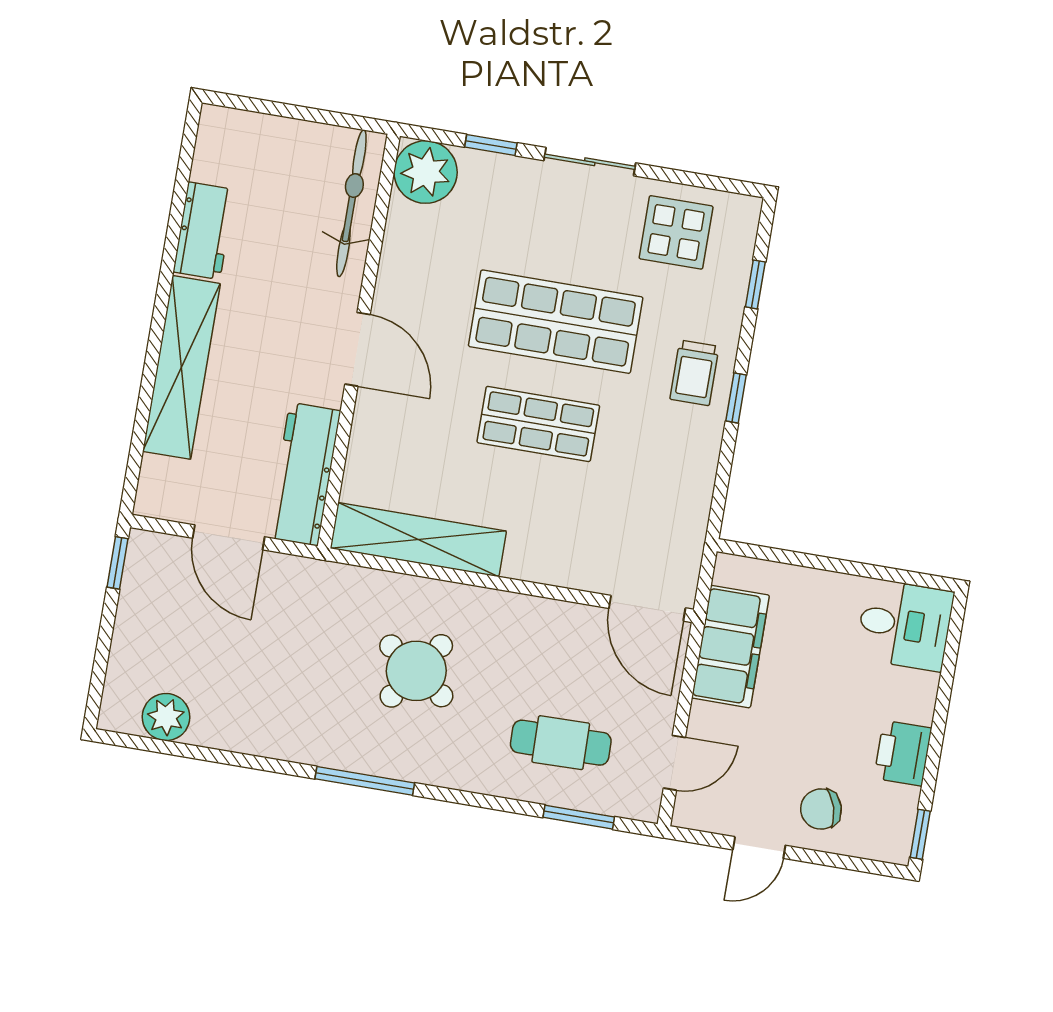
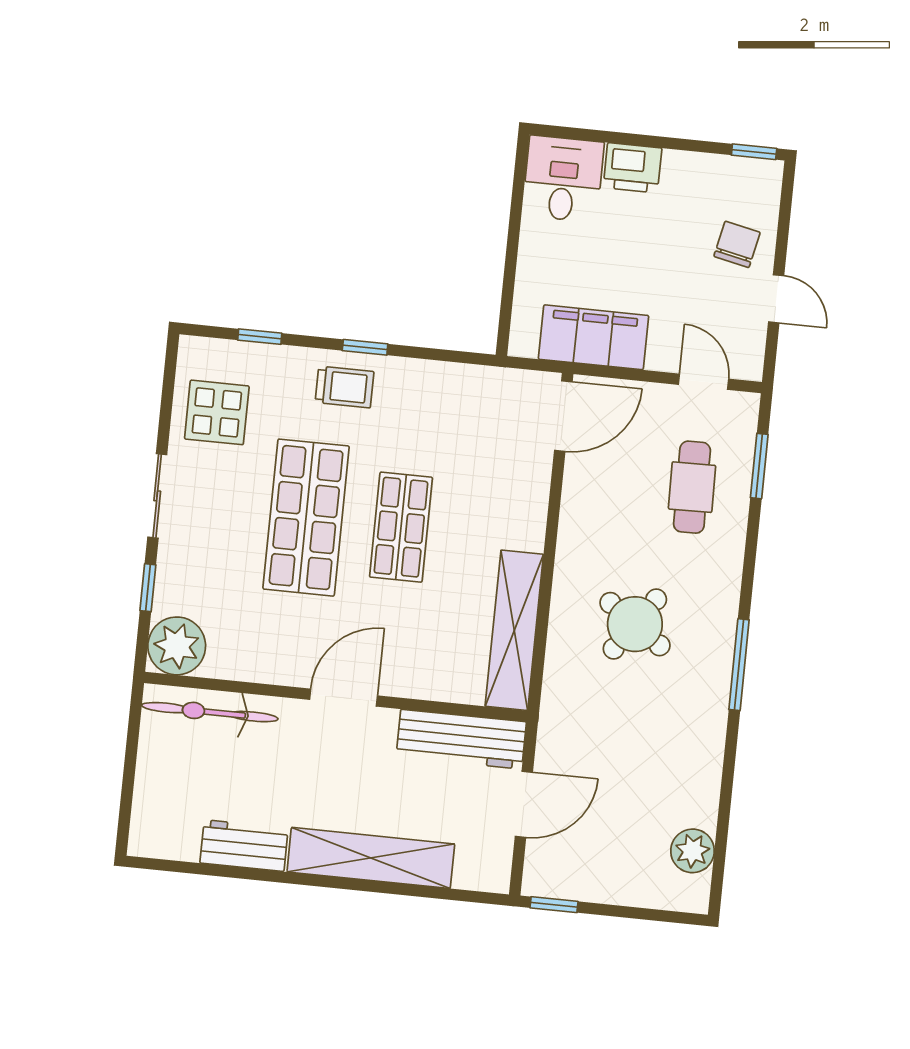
printer: (903, 753) -> (633, 168), moved
chair: (821, 809) -> (737, 244), turned -151

